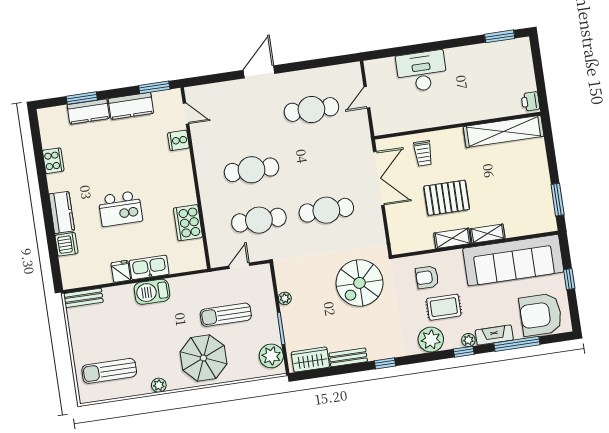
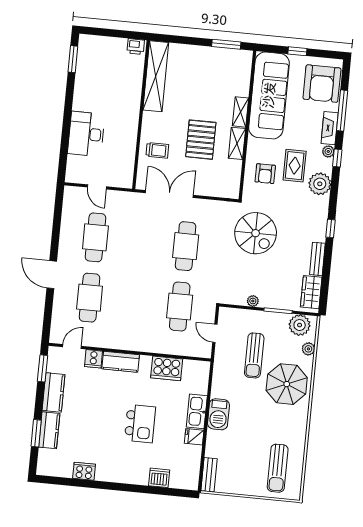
cafe table: (251, 170) -> (90, 298), moved
kitchen counter: (62, 212) -> (121, 362), moved, turned 180
plant: (159, 385) -> (308, 349), moved

